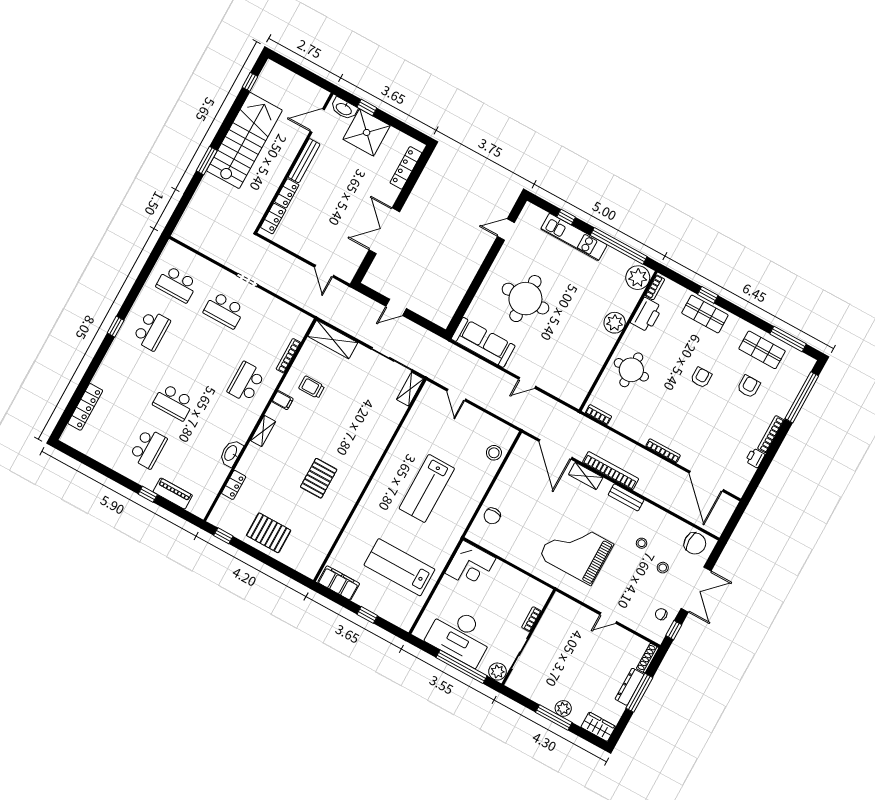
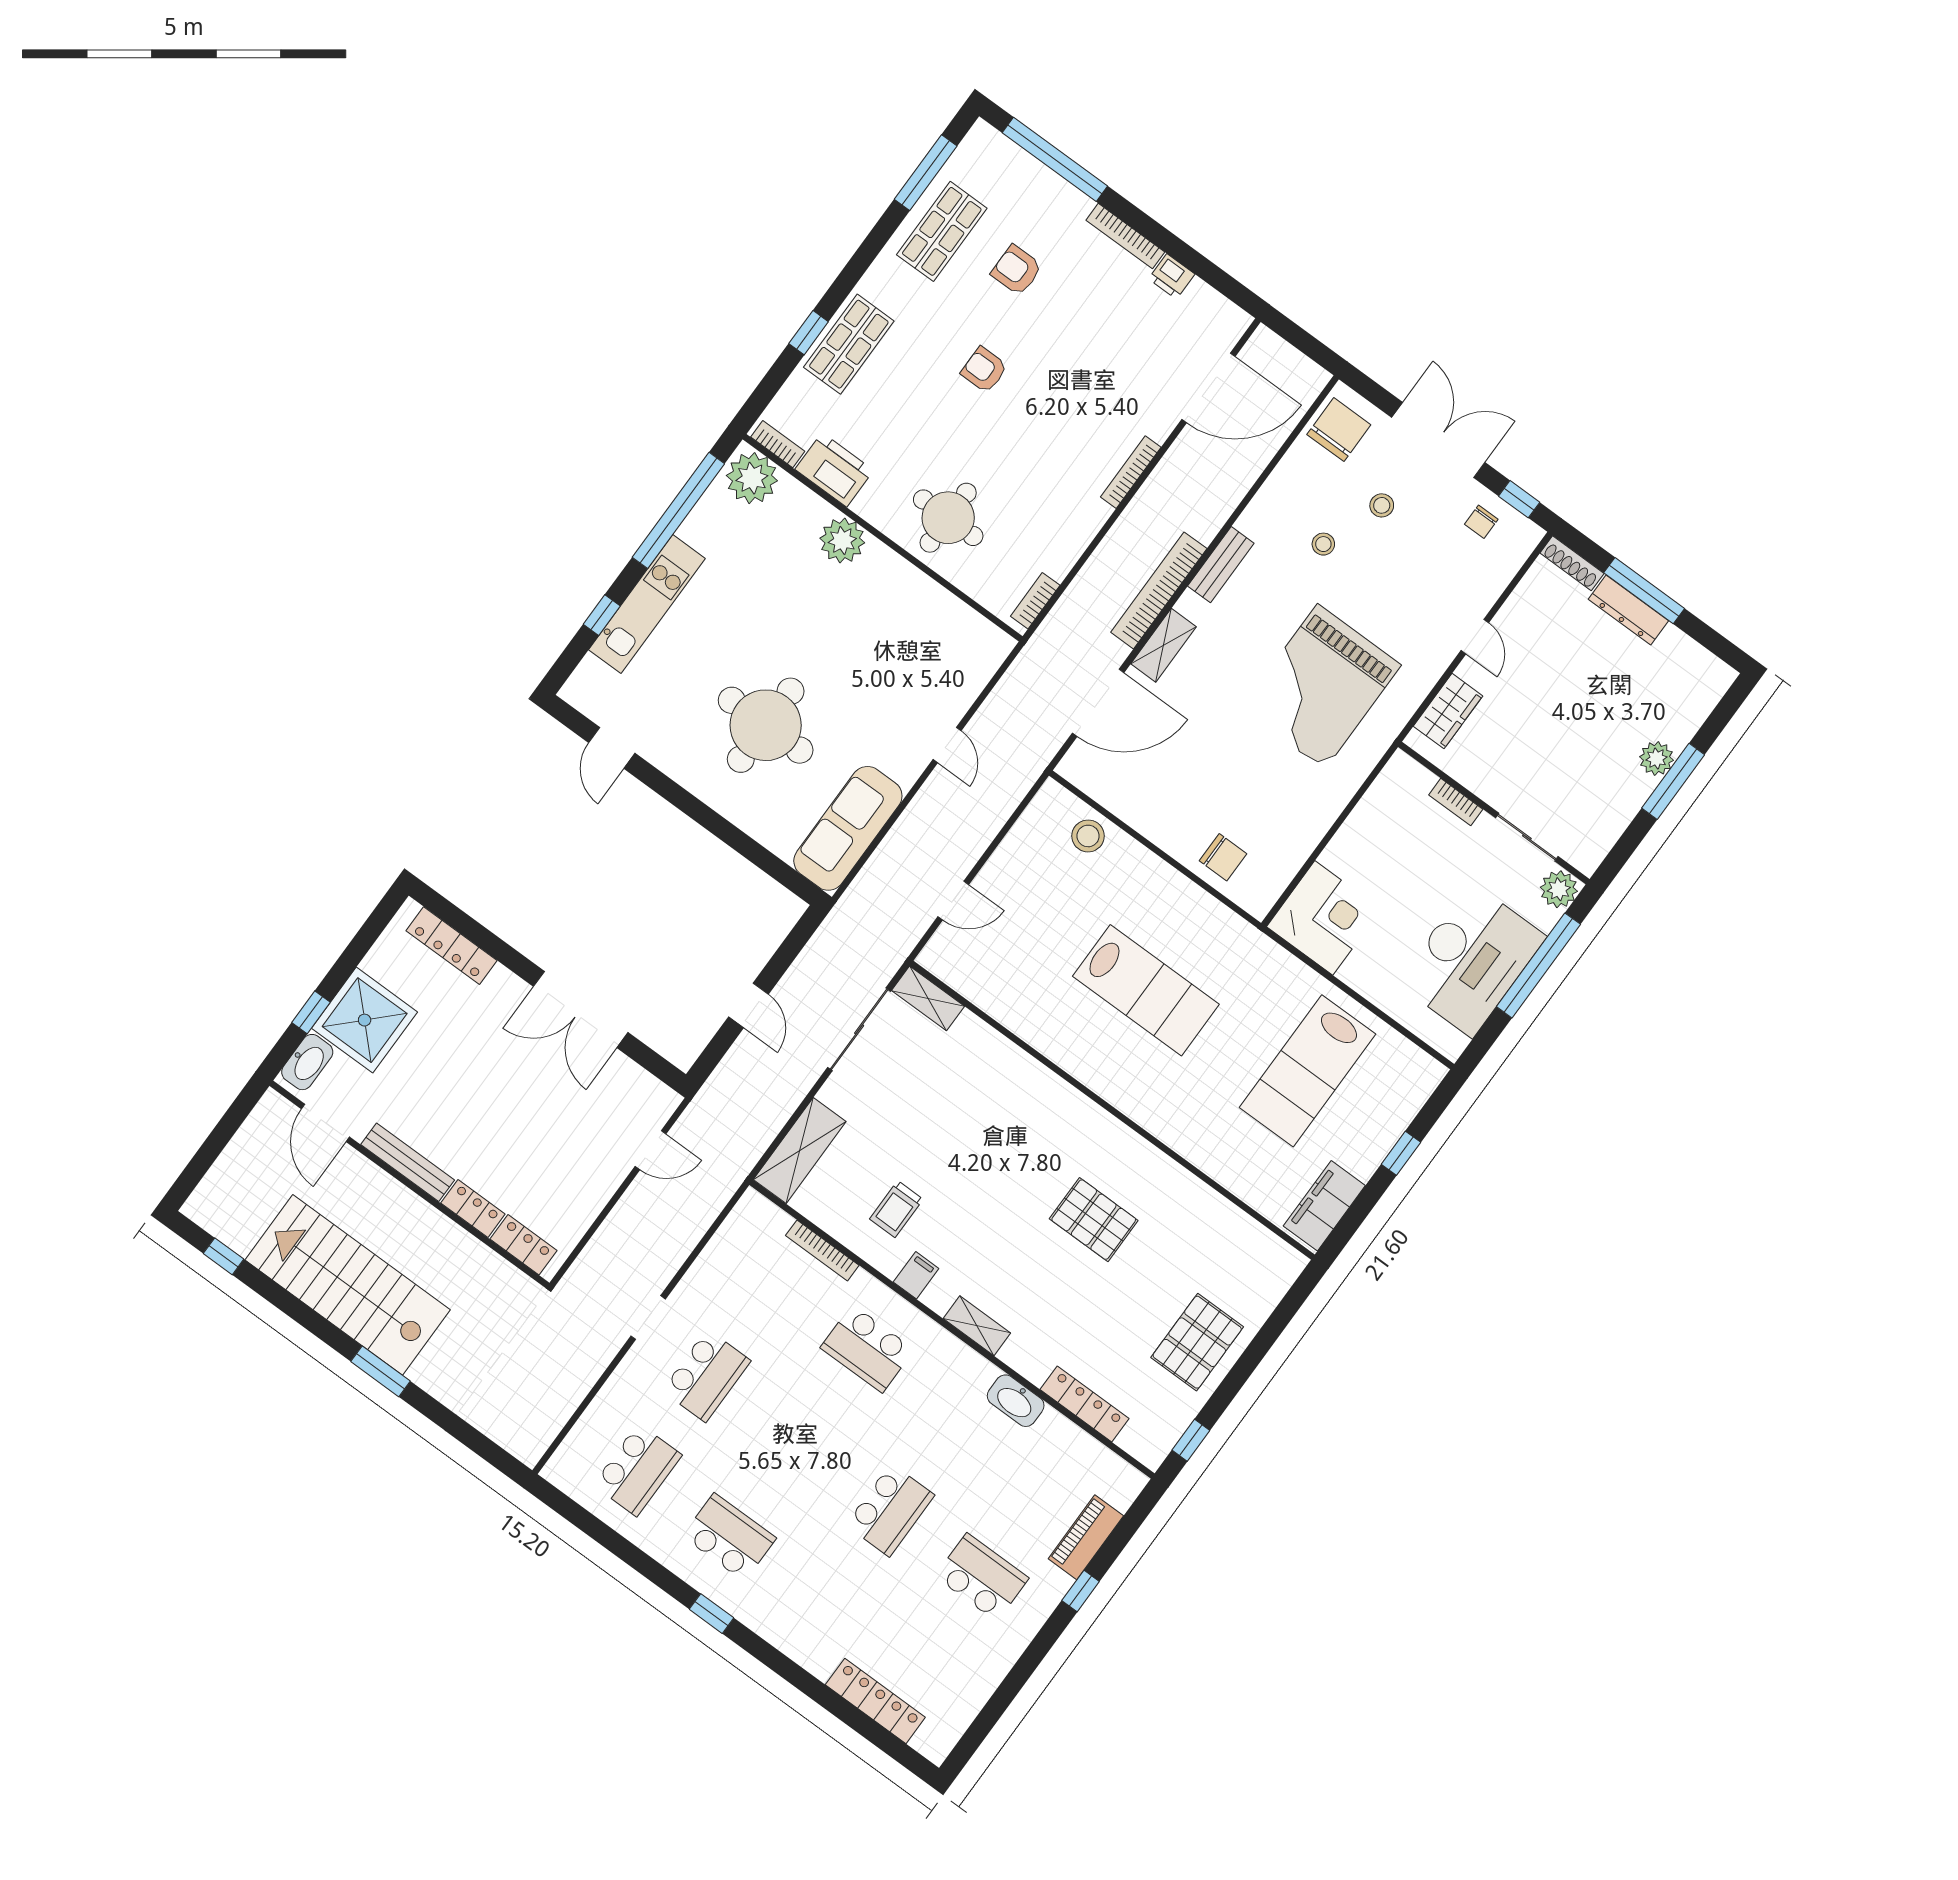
locker: (234, 485) -> (1085, 1404), width x1.53
wardrobe: (598, 727) -> (1448, 711), moved, turned 180

